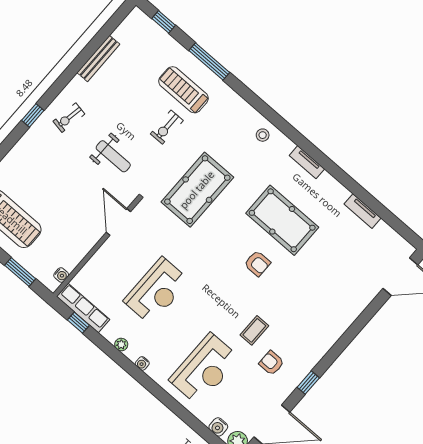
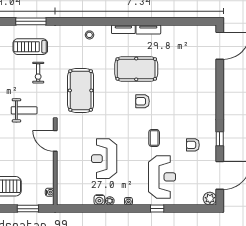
tv unit: (363, 211) -> (148, 29), moved
armchair: (257, 263) -> (143, 101), turned 180
reception desk: (157, 291) -> (104, 159), turned 180
row of seats: (83, 308) -> (75, 199), removed
window: (78, 323) -> (157, 209), moved
coffee table: (254, 330) -> (154, 138), moved
water cooler: (218, 427) -> (99, 200), moved

